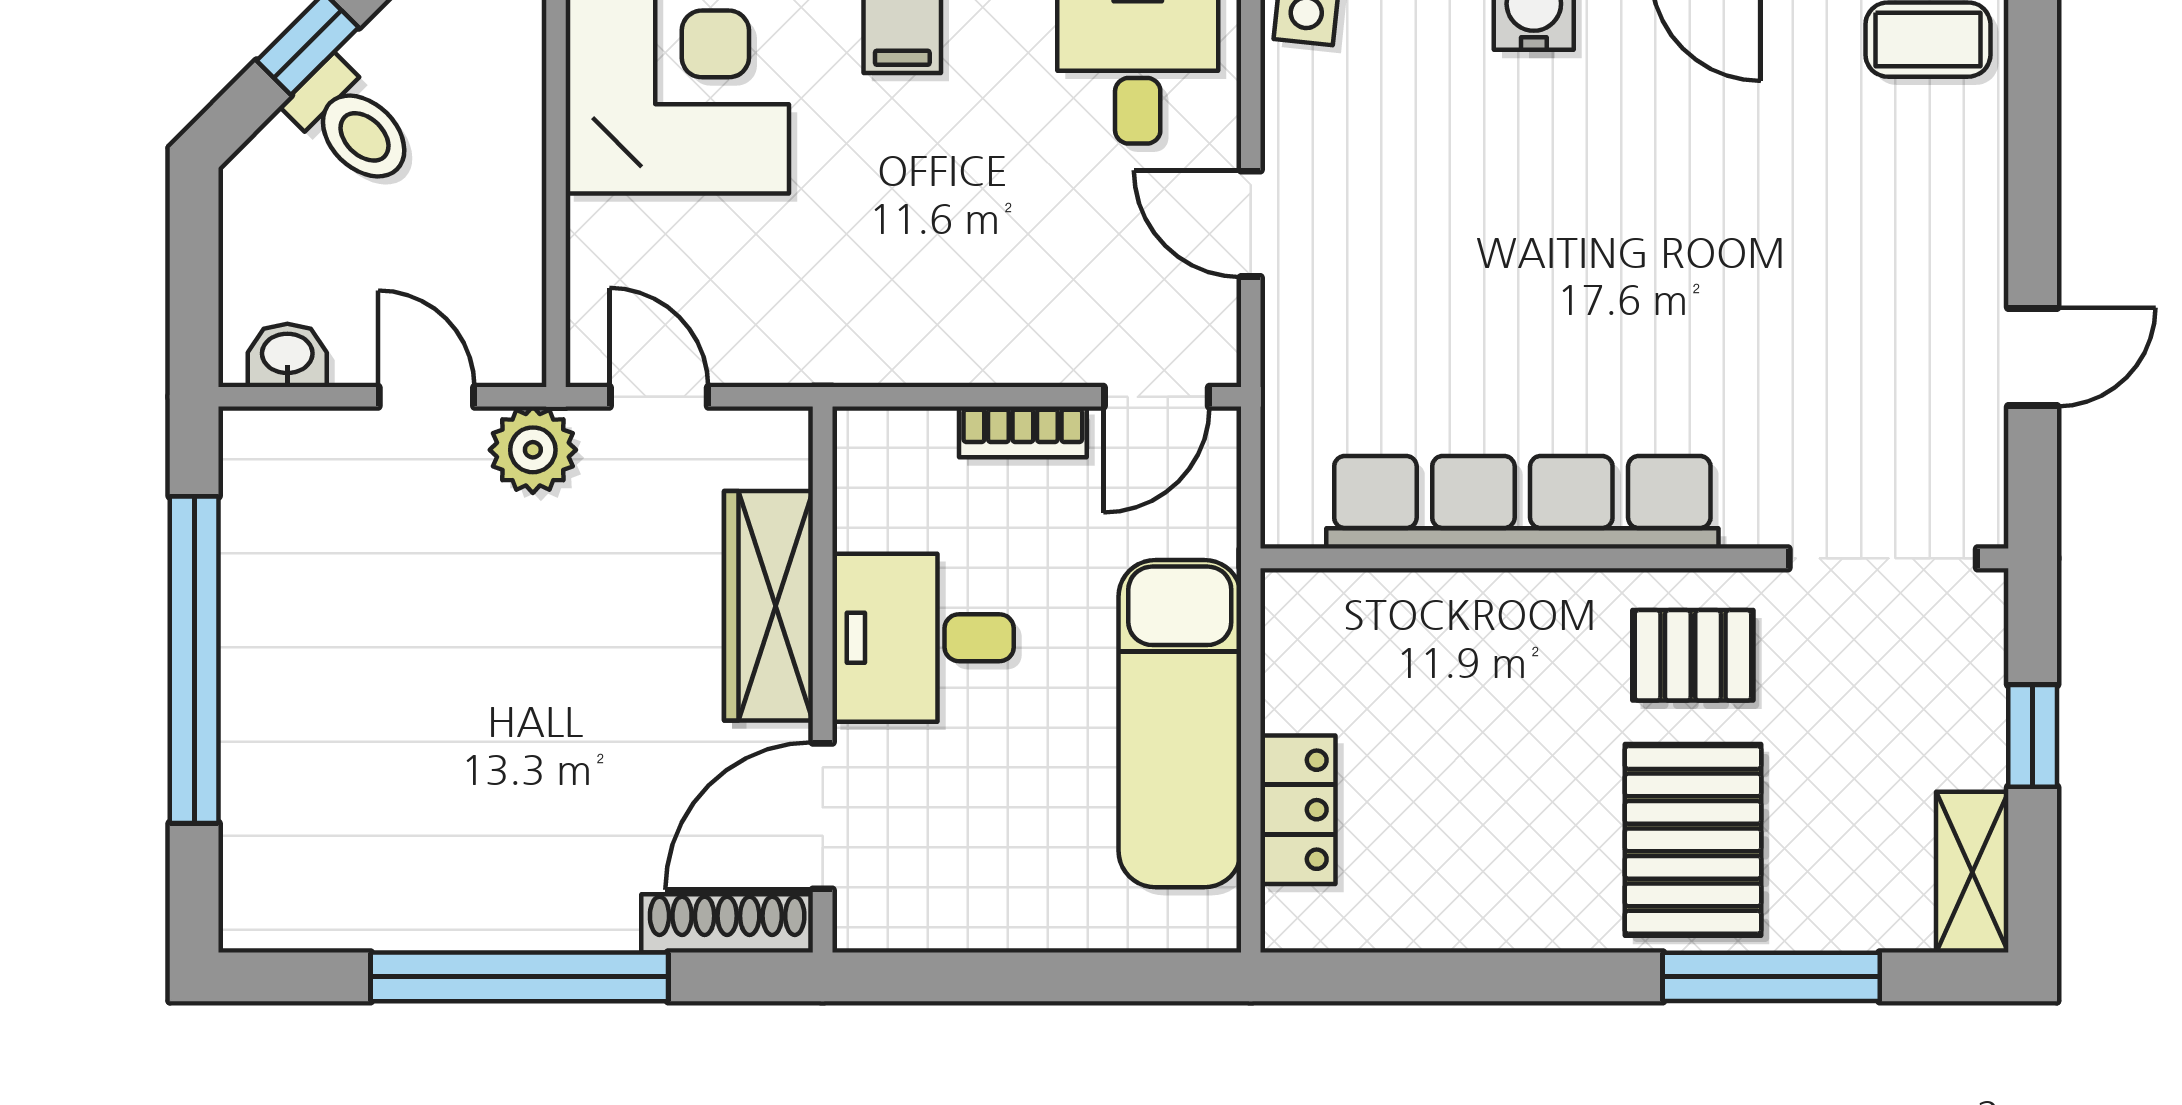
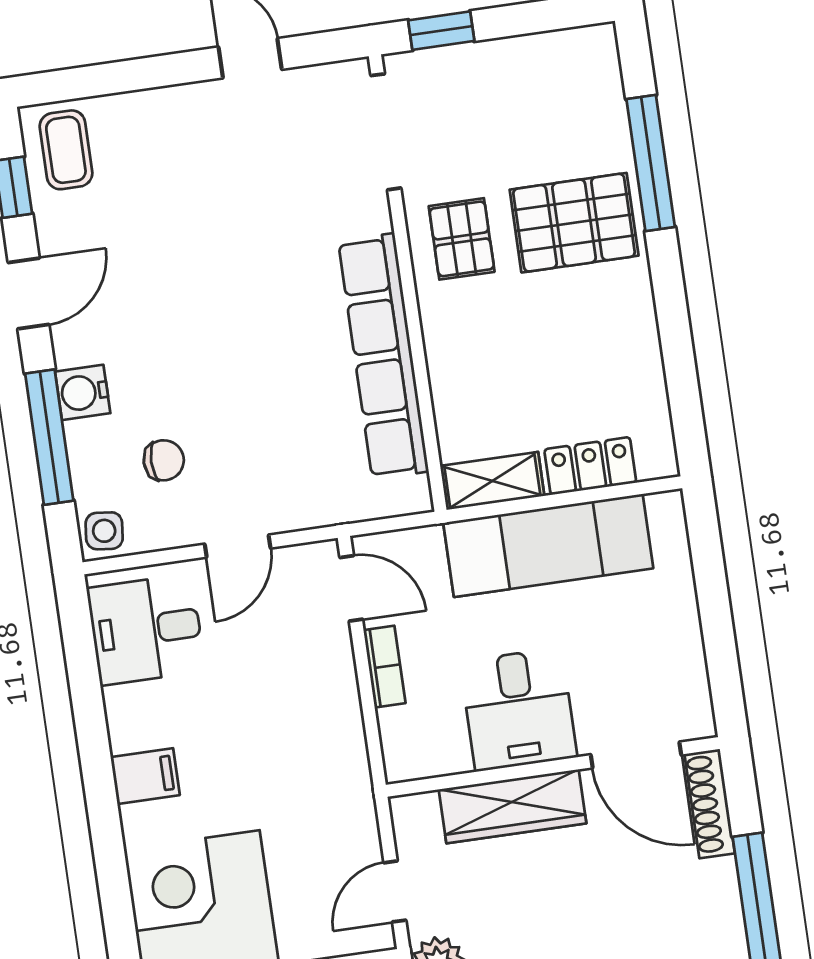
chair: (1406, 125) -> (164, 460), added
window: (2033, 736) -> (441, 31), moved
shelving: (1972, 872) -> (492, 481), moved

